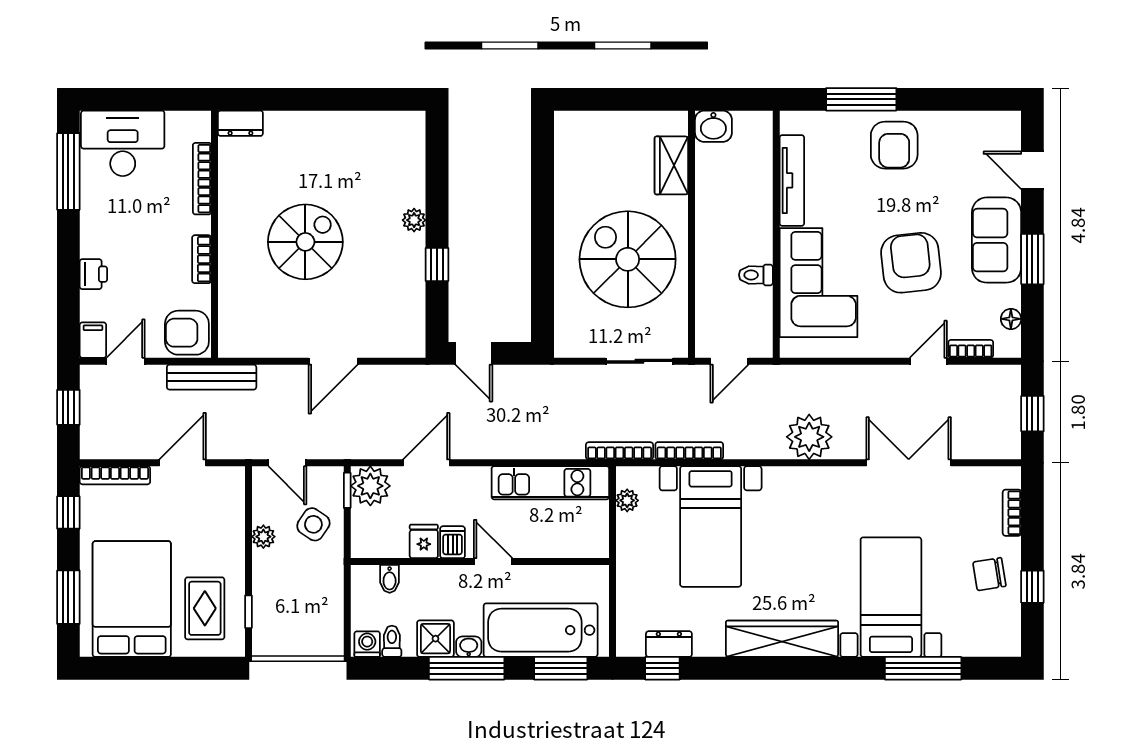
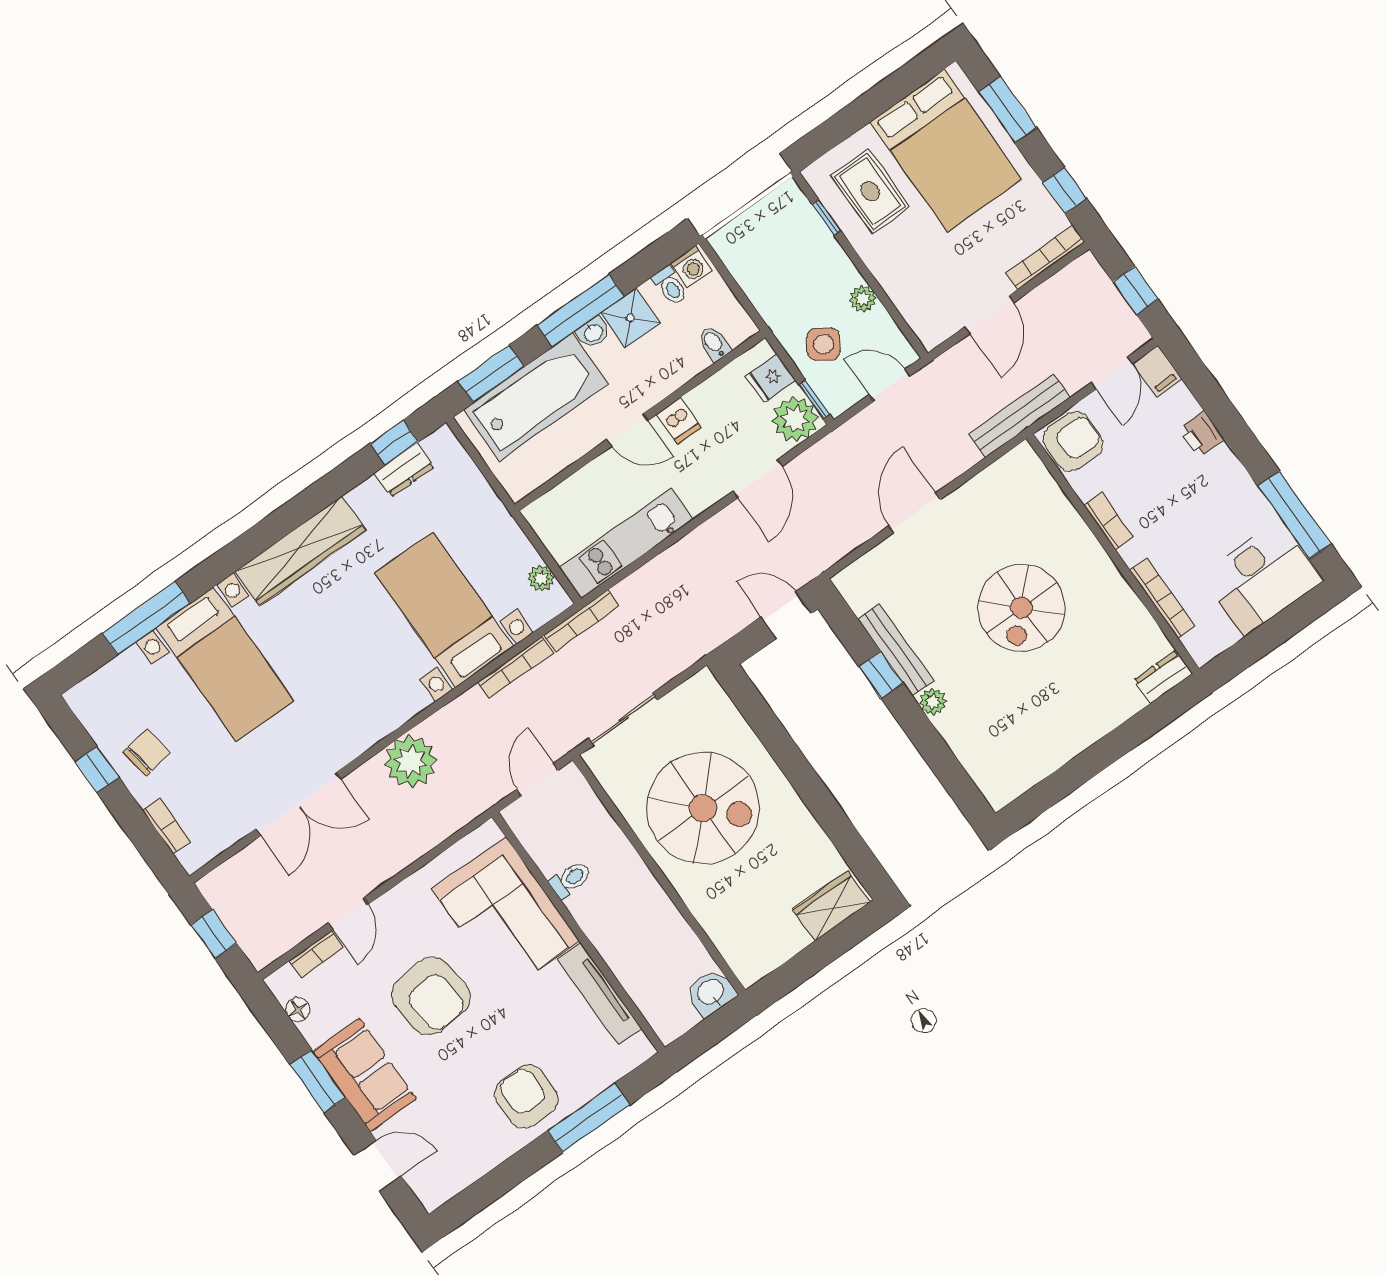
wardrobe: (671, 165) -> (831, 906), moved, turned -90
bench: (414, 275) -> (896, 650), added
fridge: (424, 541) -> (770, 378), moved, turned 90

